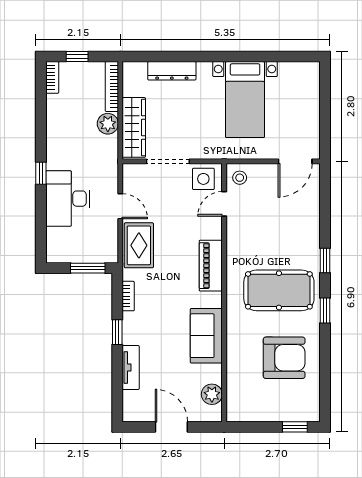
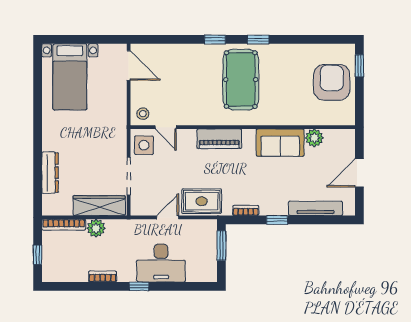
bookcase: (52, 77) -> (103, 276), moved
bed with nightstands: (245, 100) -> (70, 77), moved, turned 90
armchair: (284, 358) -> (332, 82), moved
tv unit: (131, 367) -> (316, 208), width x1.41
plant: (212, 394) -> (314, 138), moved

